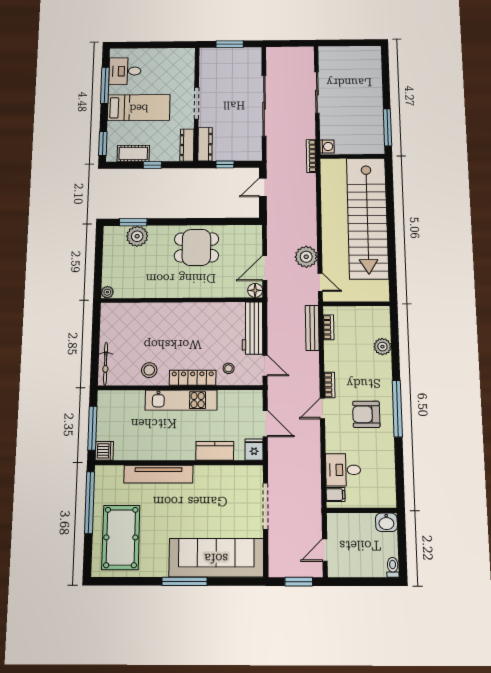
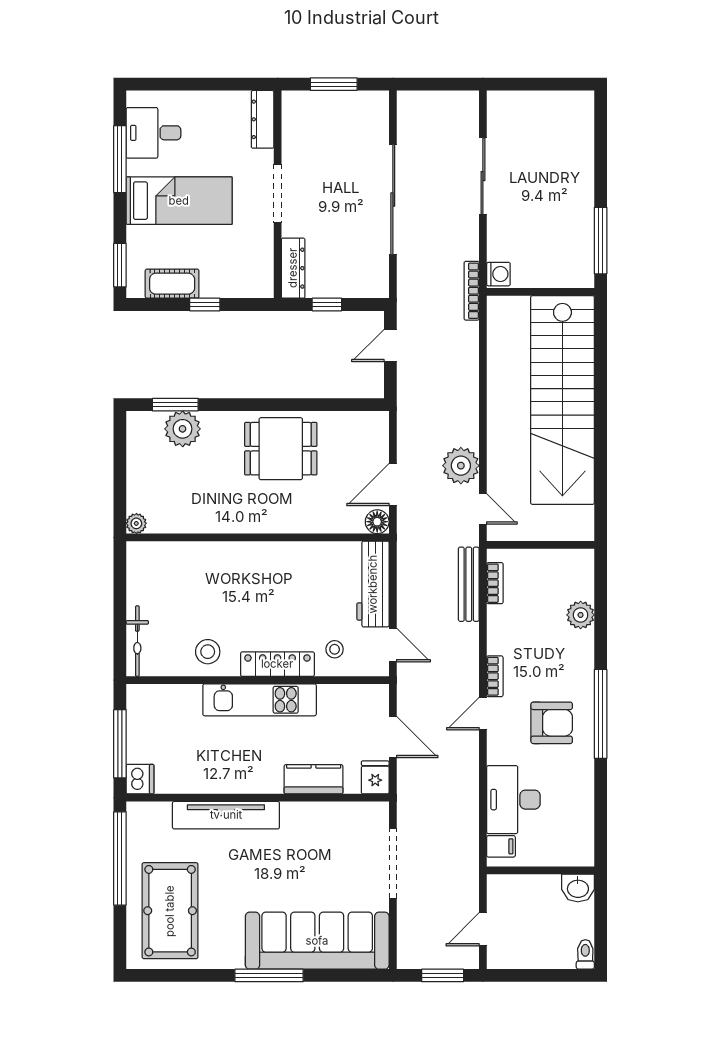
dresser: (187, 145) -> (263, 119), moved
armchair: (366, 414) -> (552, 723), turned 180
desk: (343, 470) -> (513, 800), width x1.37

